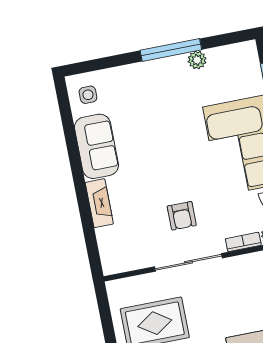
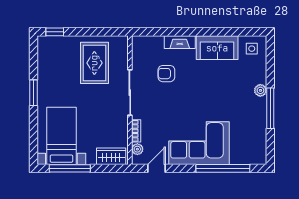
plant: (197, 60) -> (260, 90), moved
armchair: (182, 216) -> (166, 74), moved

